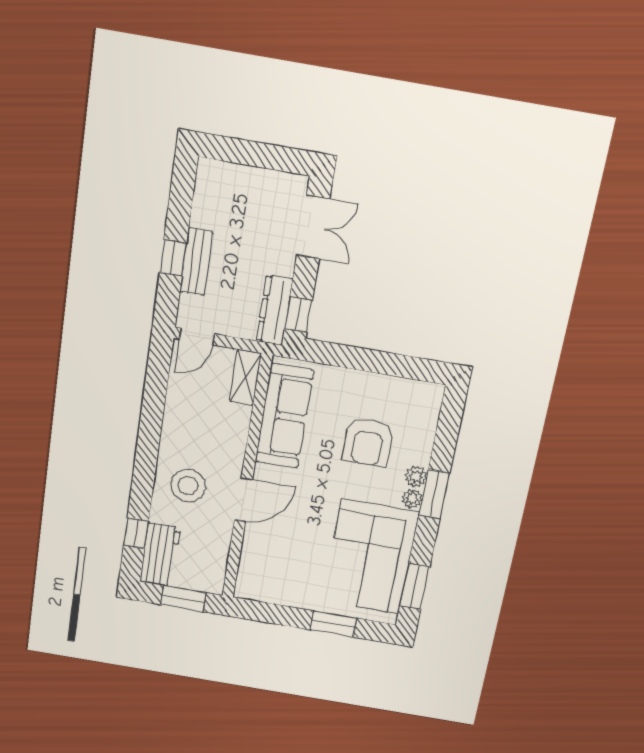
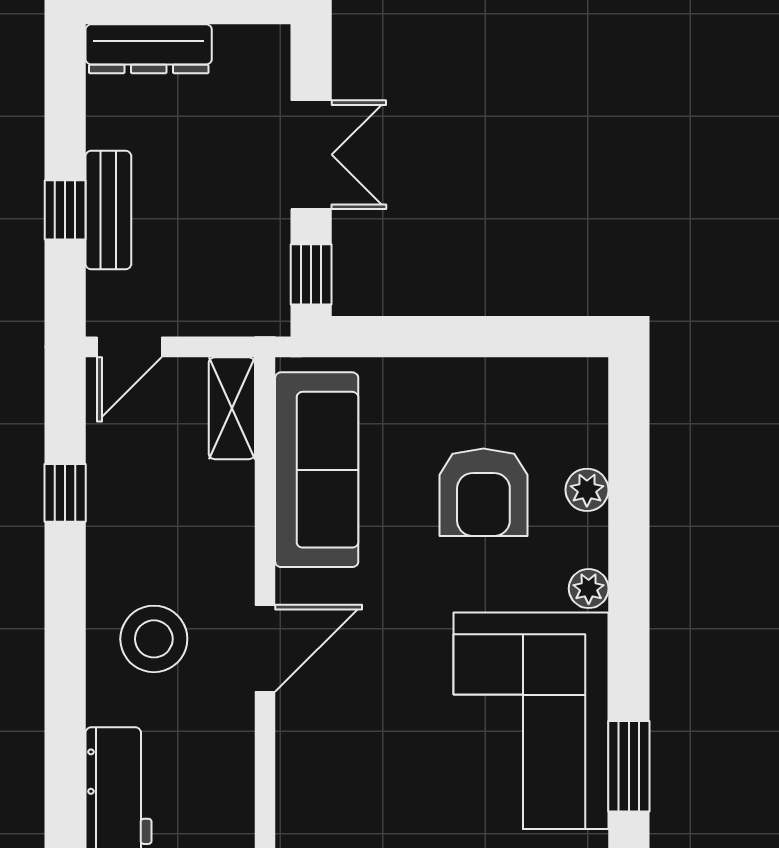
double door: (313, 227) -> (311, 155), moved
dresser: (275, 310) -> (149, 49), moved, turned -90
plant: (416, 476) -> (587, 490), moved
window: (434, 494) -> (629, 572), removed
window: (136, 533) -> (65, 493), moved

